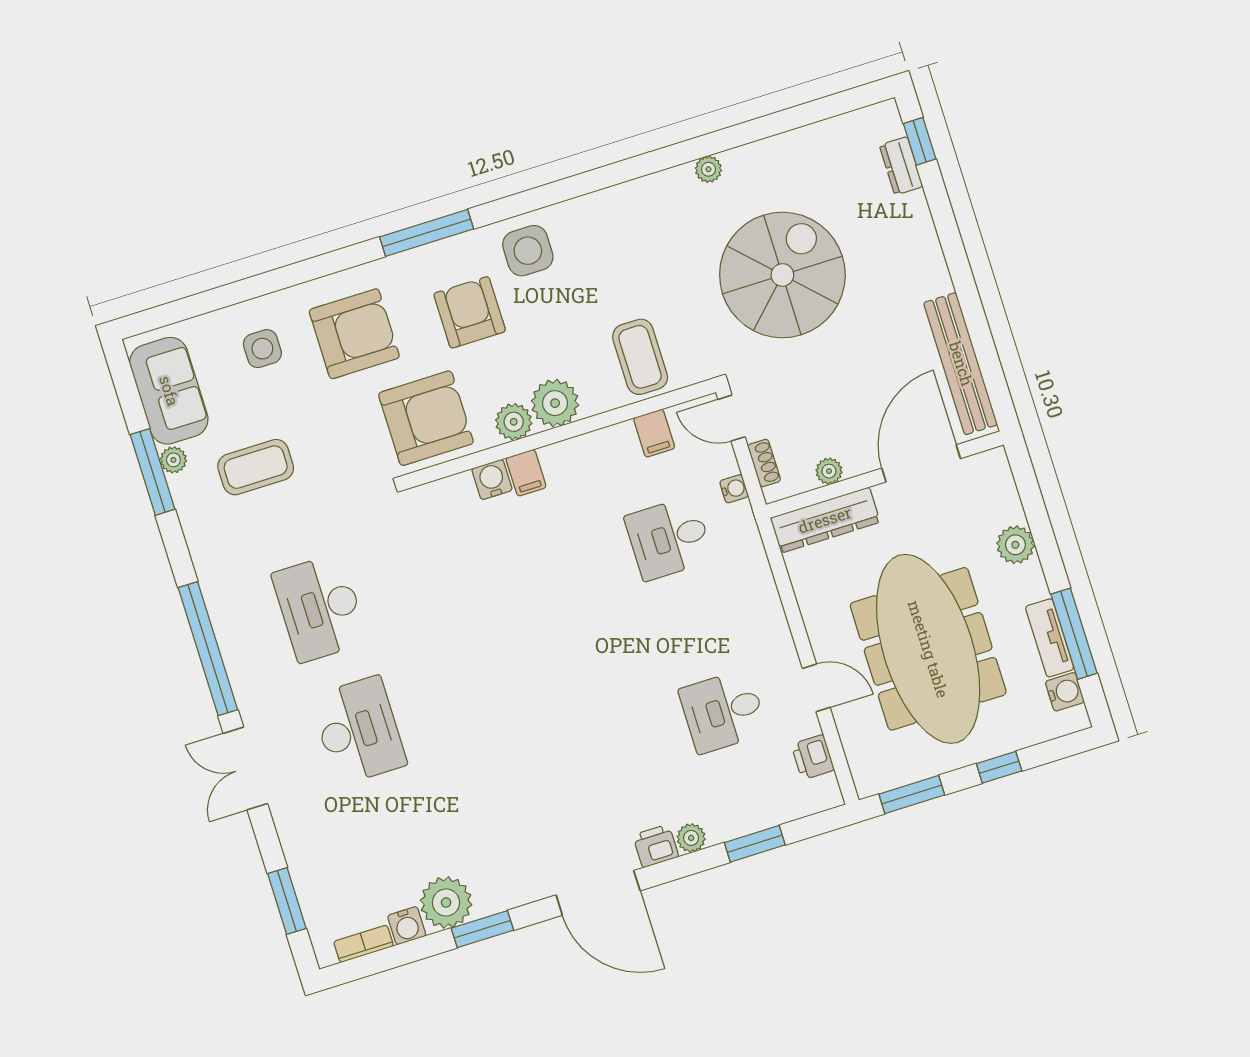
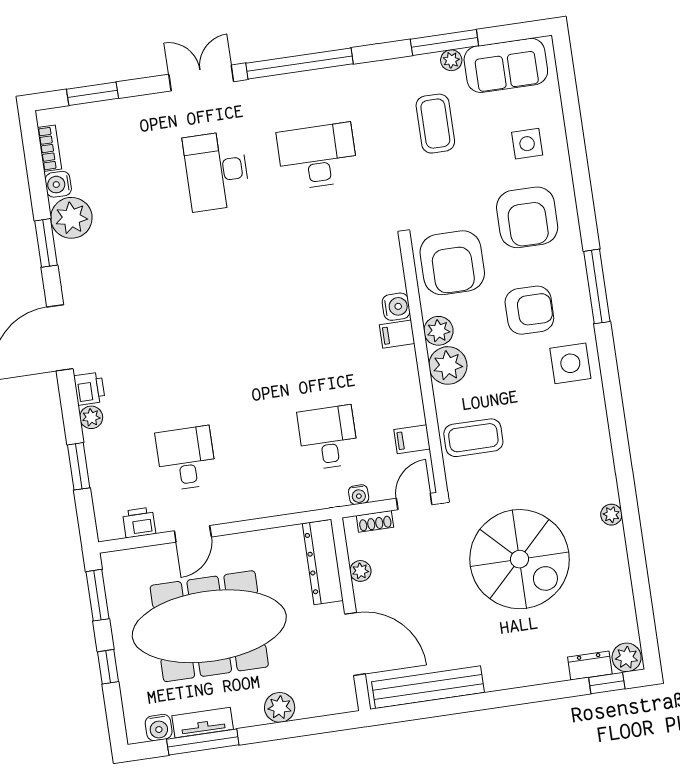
plant: (884, 122) -> (627, 657), added
desk: (358, 731) -> (217, 171), turned 90

